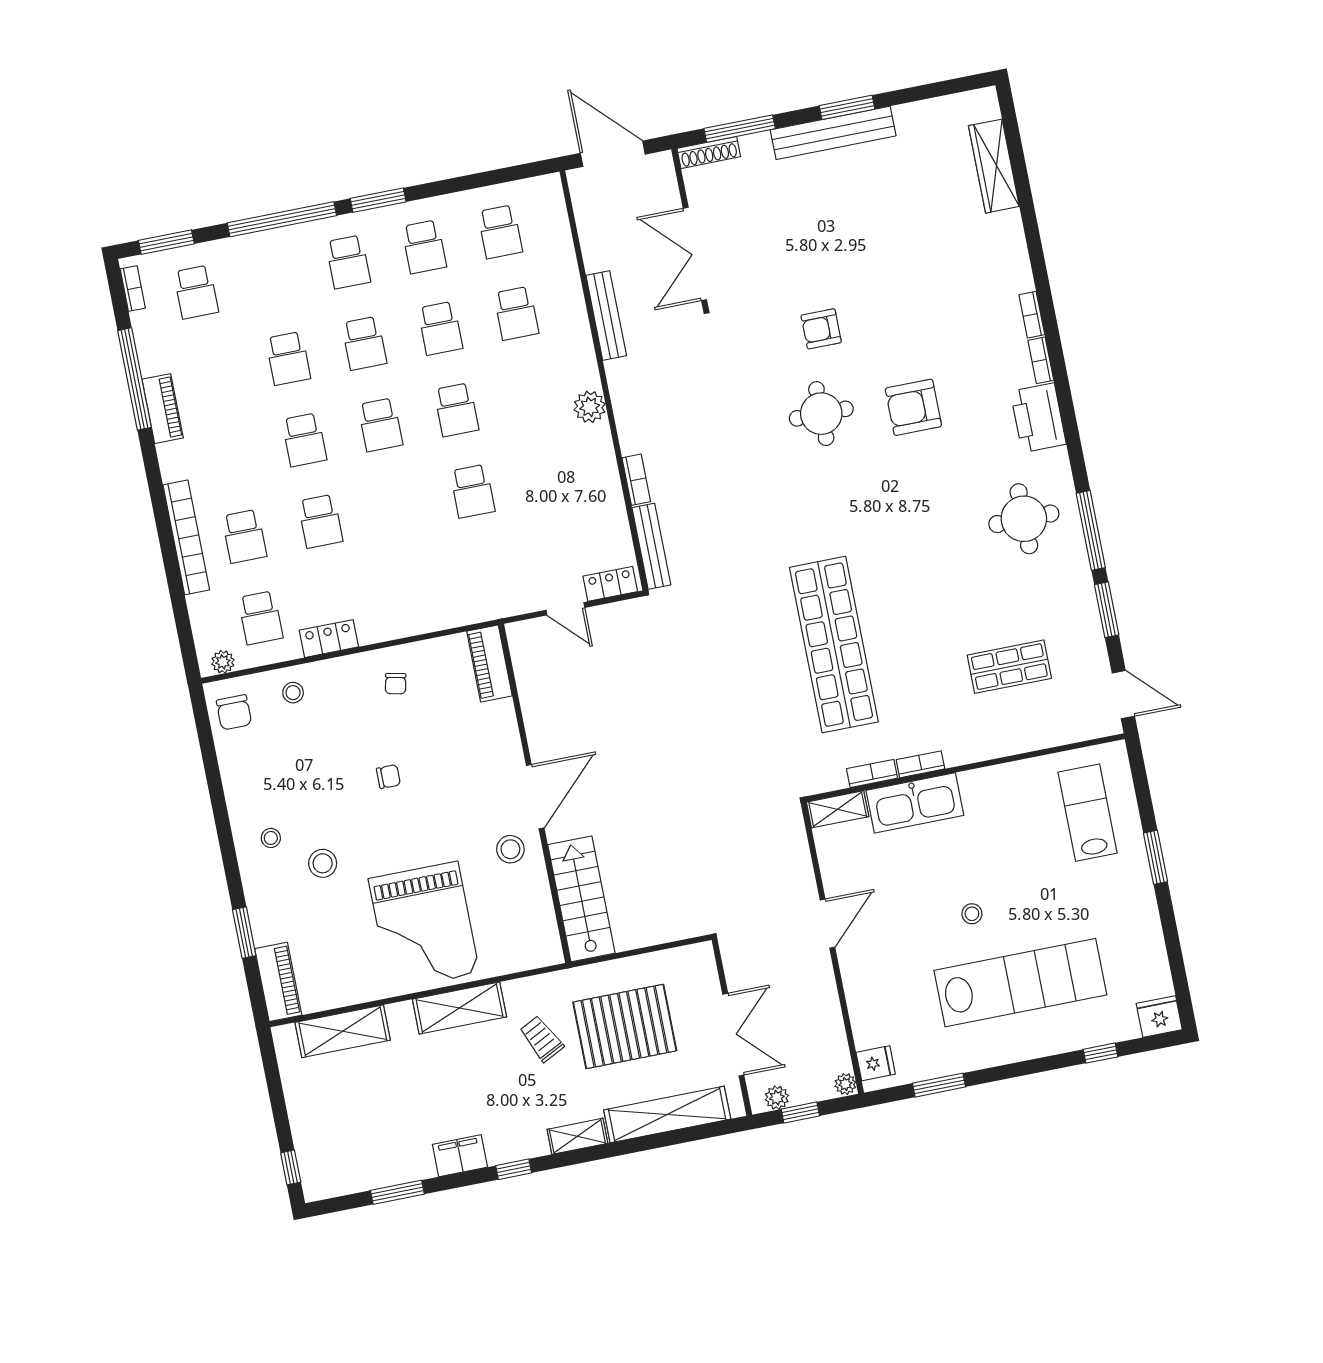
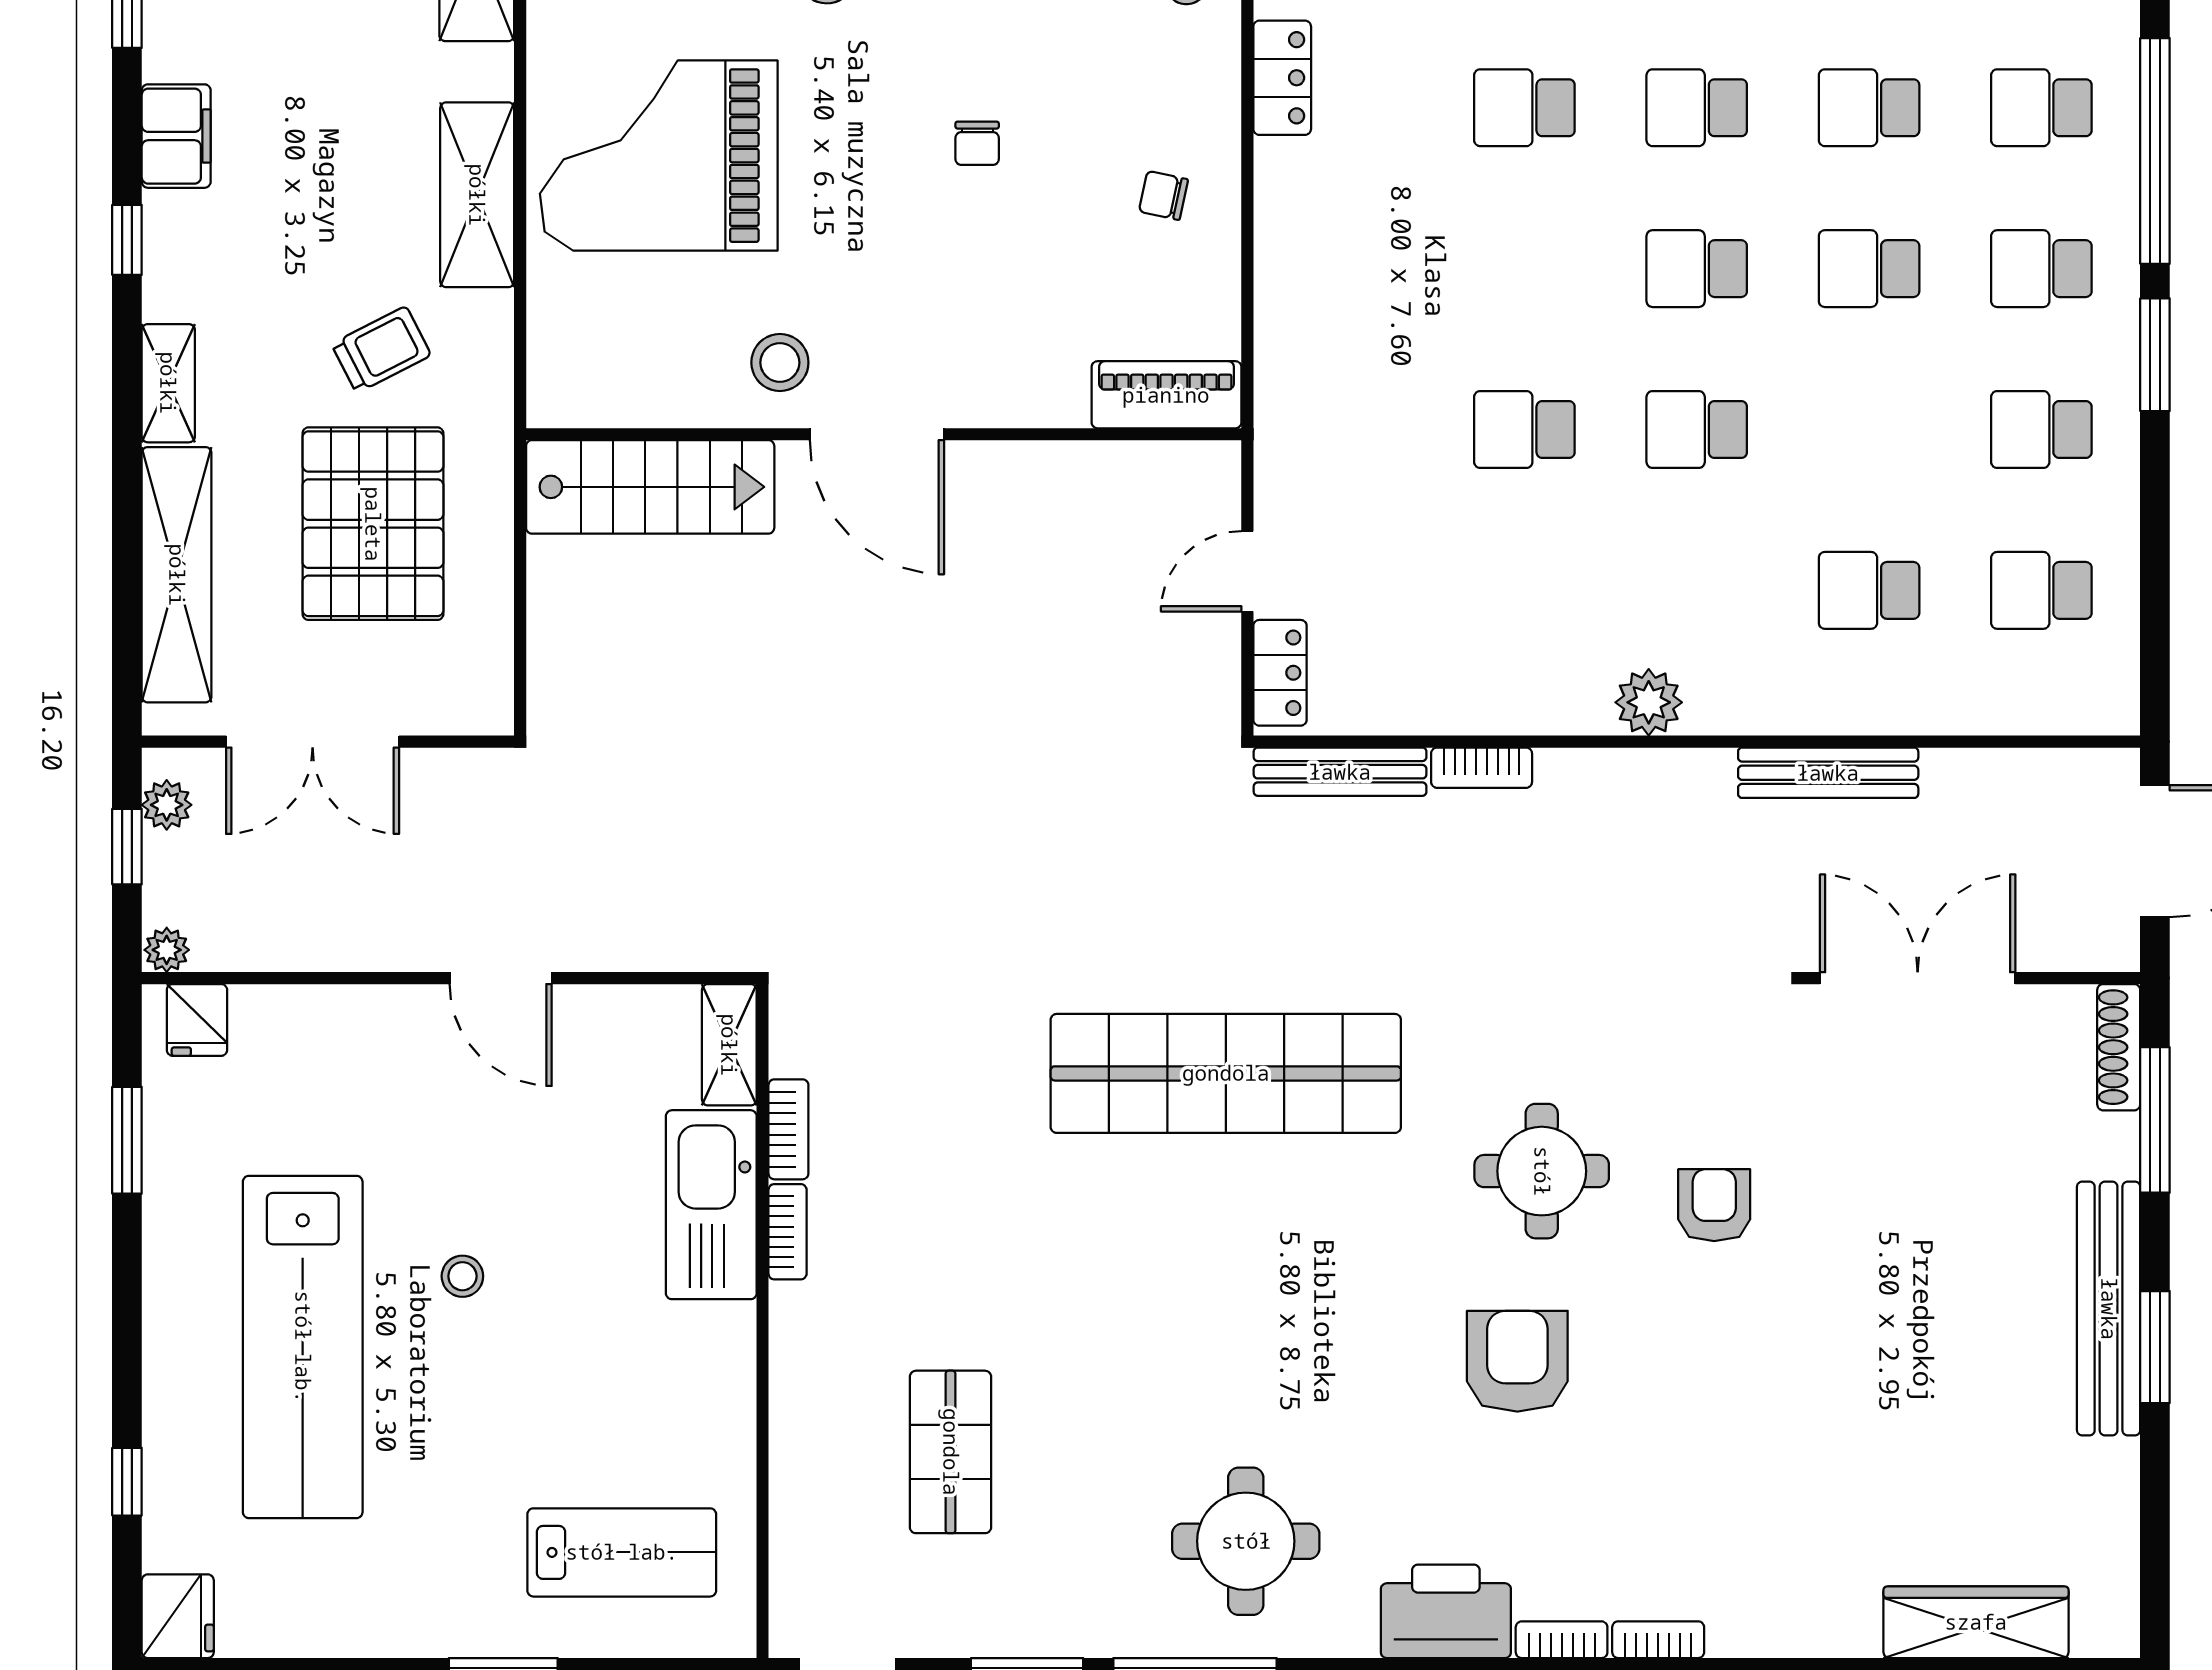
school desk: (440, 328) -> (2041, 108), moved
shop shelf: (834, 645) -> (1226, 1073), moved

